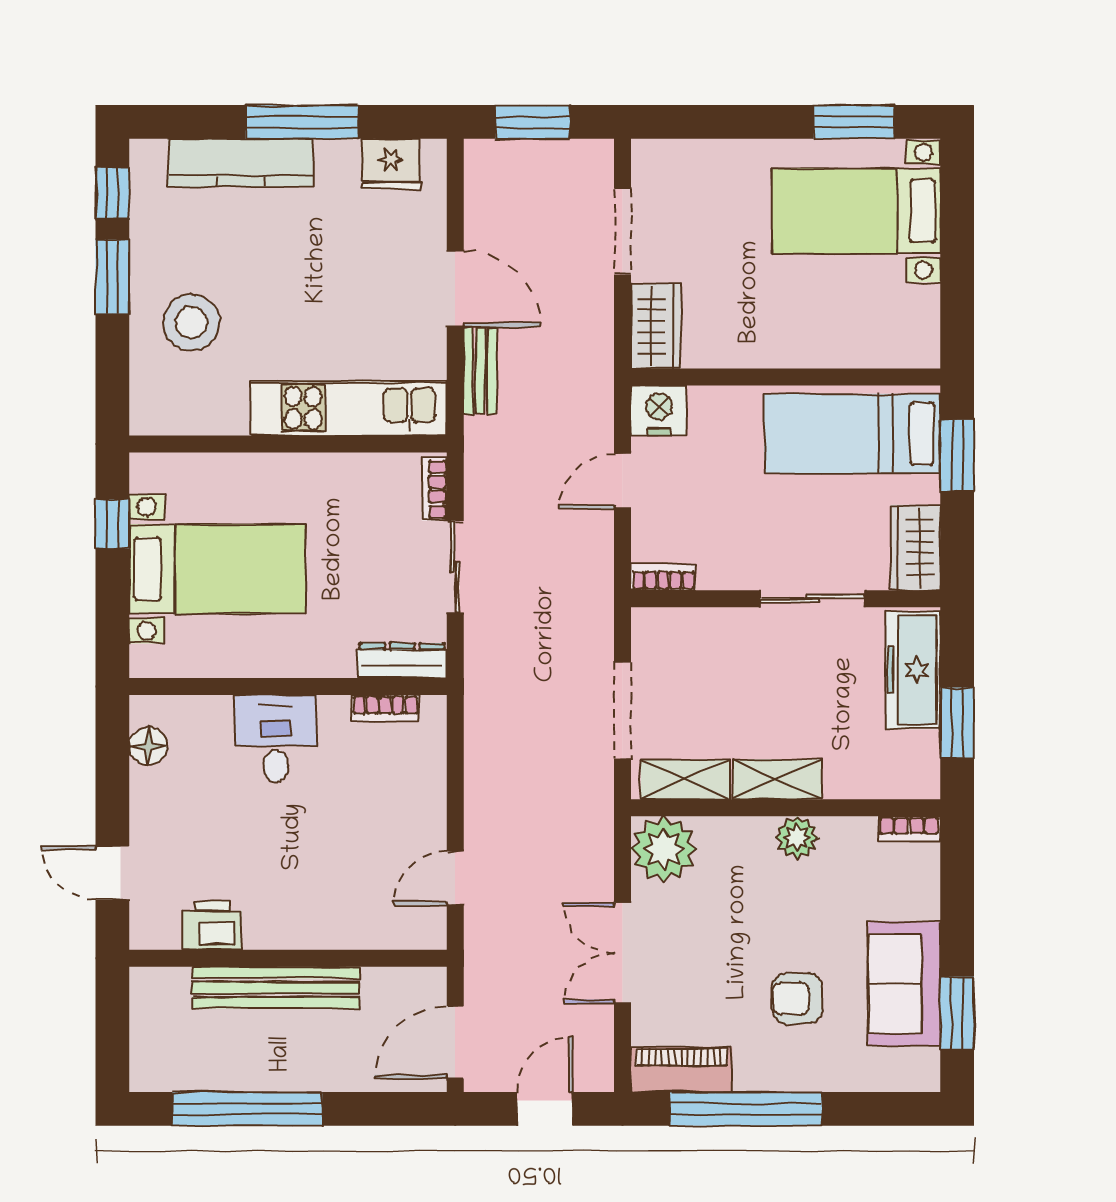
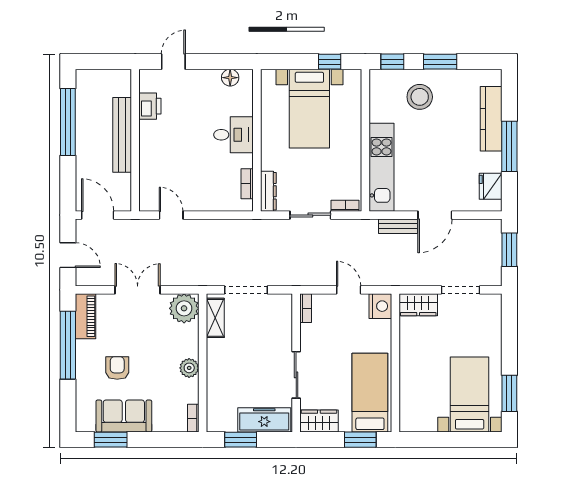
window: (112, 193) -> (392, 62), moved
shelving: (777, 779) -> (215, 359), removed

